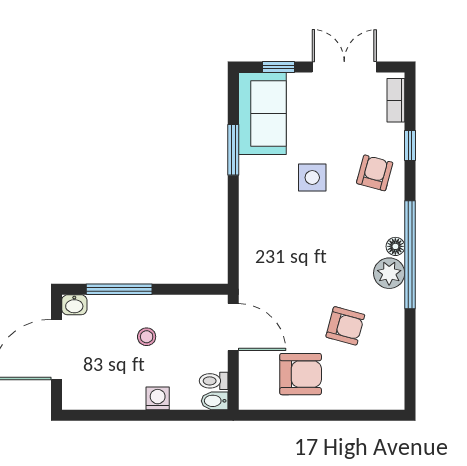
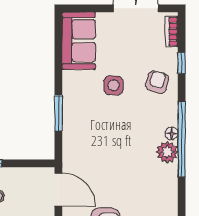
window: (279, 67) -> (90, 8), removed
window: (233, 150) -> (58, 113), moved
armchair: (345, 326) -> (137, 189), removed

